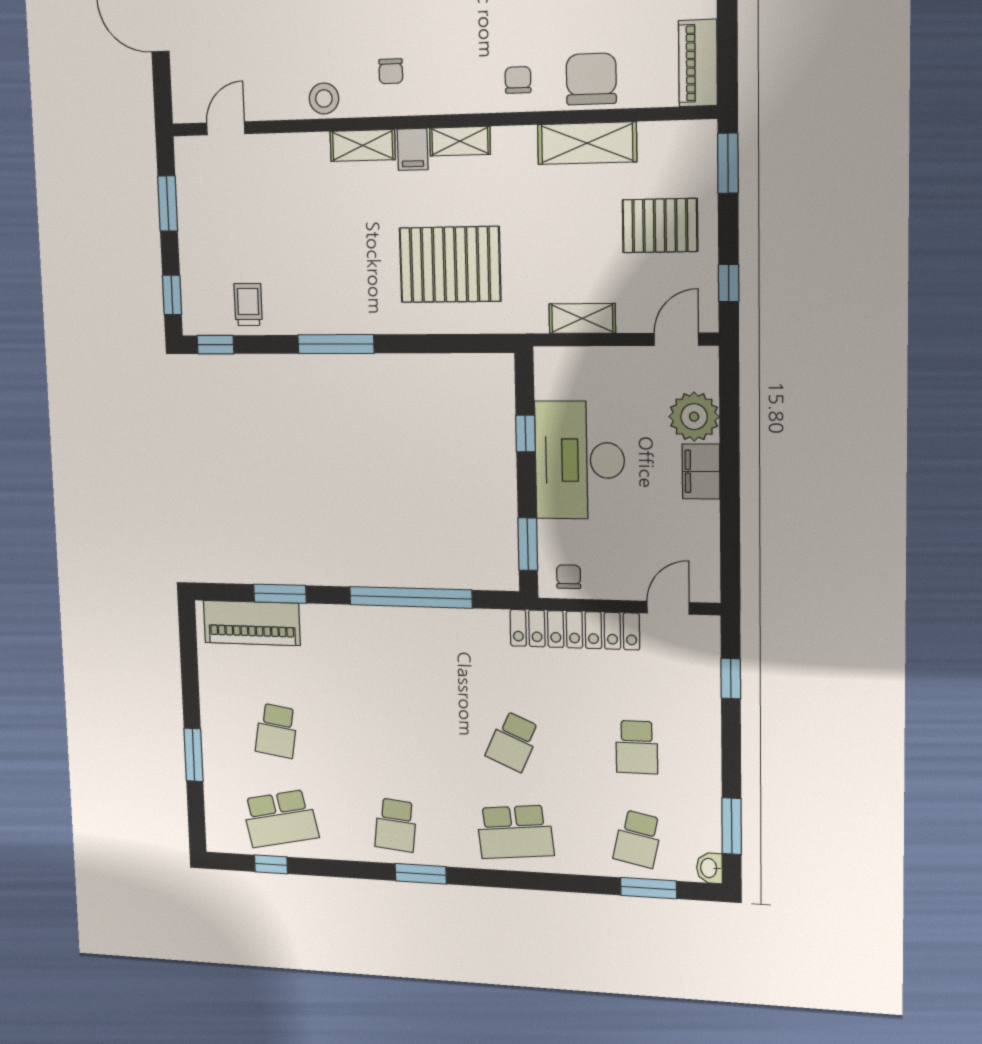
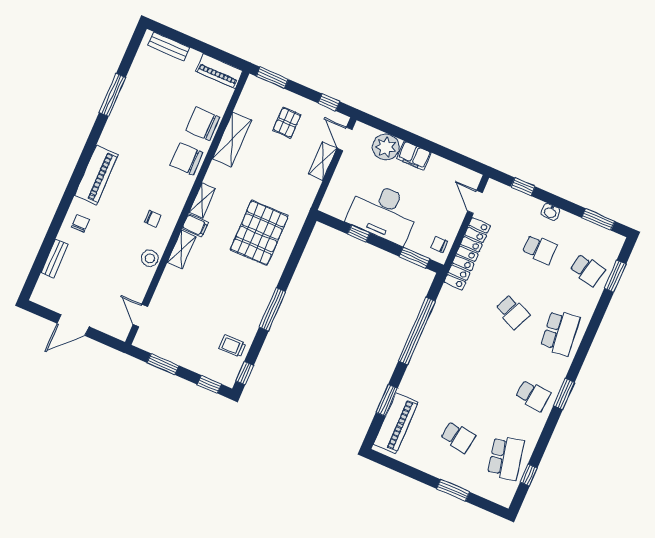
chair: (518, 80) -> (187, 159), width x1.87, depth x1.87
pallet: (660, 226) -> (287, 122), width x0.67, depth x0.71
shelving: (582, 318) -> (323, 161), moved
washbasin: (709, 868) -> (550, 212), moved

